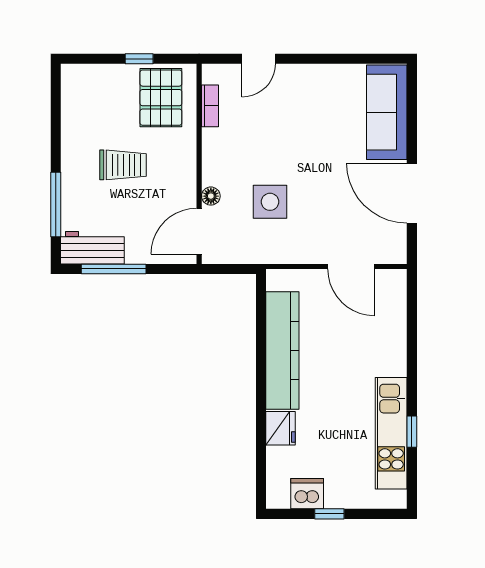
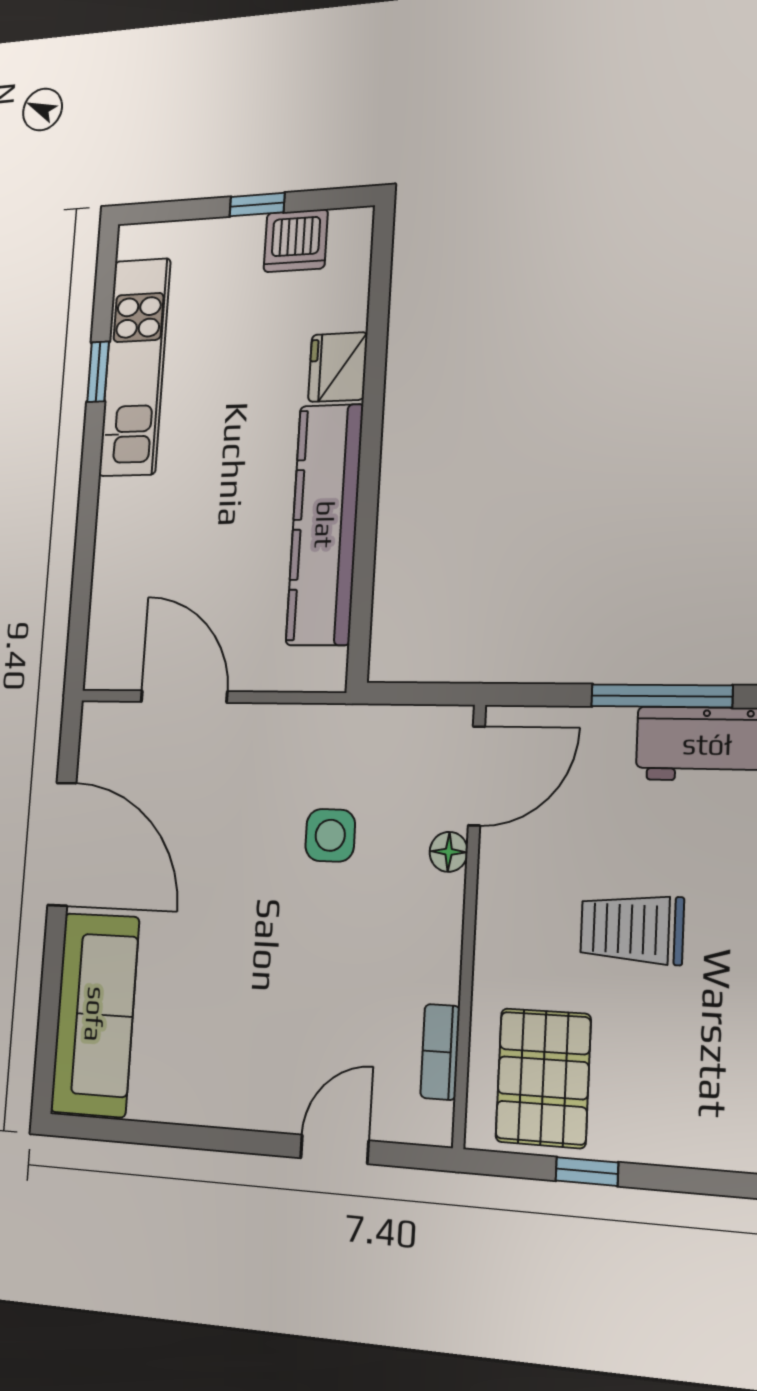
side table: (270, 202) -> (330, 835), width x0.73, depth x0.73

